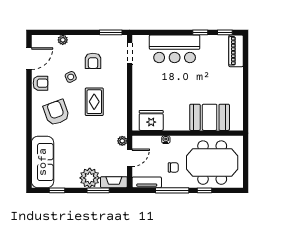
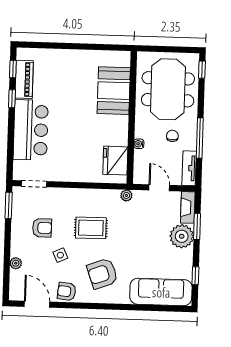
piano: (236, 51) -> (24, 79), moved, turned -90
armchair: (40, 83) -> (67, 291), turned -84
plant: (122, 141) -> (126, 195), moved
window: (204, 190) -> (202, 70), moved

